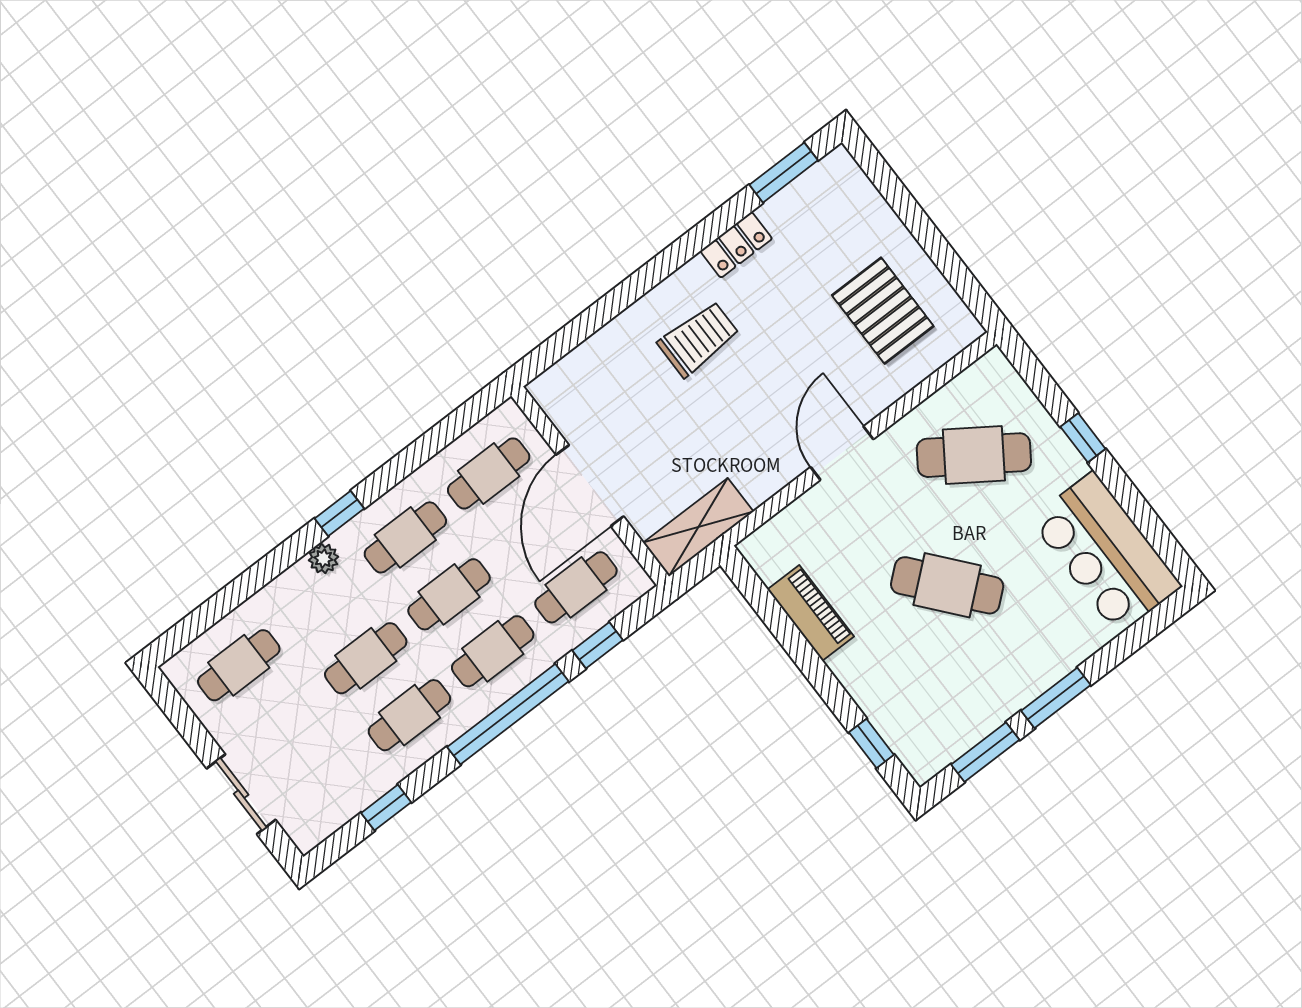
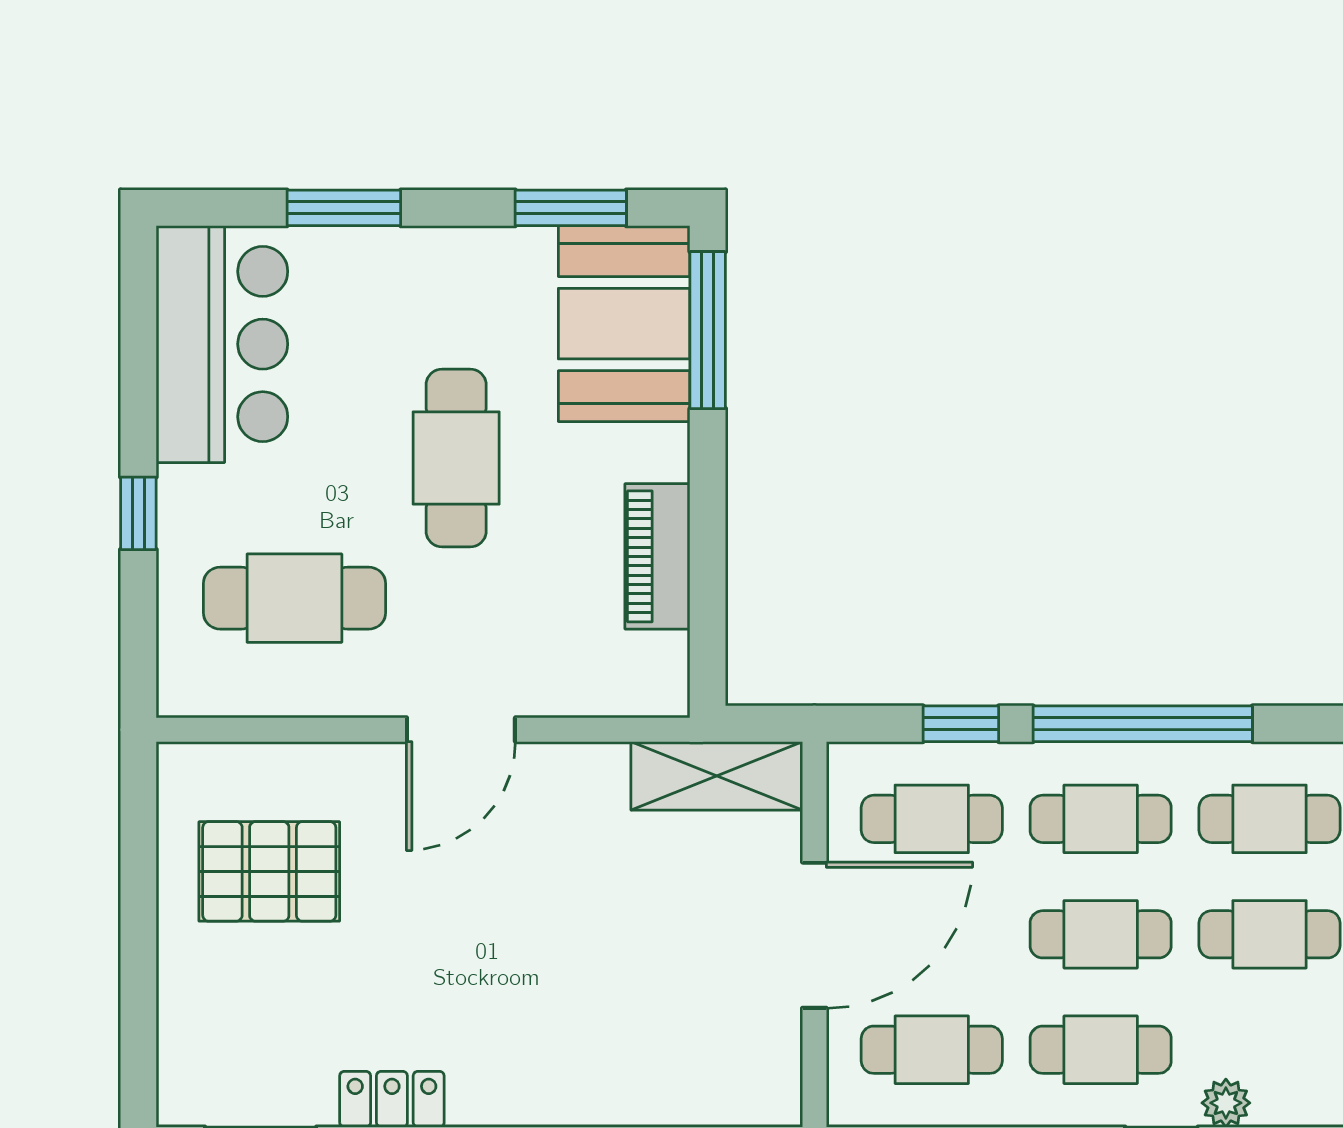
pallet: (883, 311) -> (269, 871), turned 90
trolley: (698, 339) -> (532, 1016), removed
cafe table: (974, 455) -> (294, 598), turned -34
cafe table: (947, 585) -> (456, 458), turned 40
window: (1056, 698) -> (344, 208), moved
booth: (915, 715) -> (624, 324), added
window: (871, 744) -> (708, 330), width x2.17

